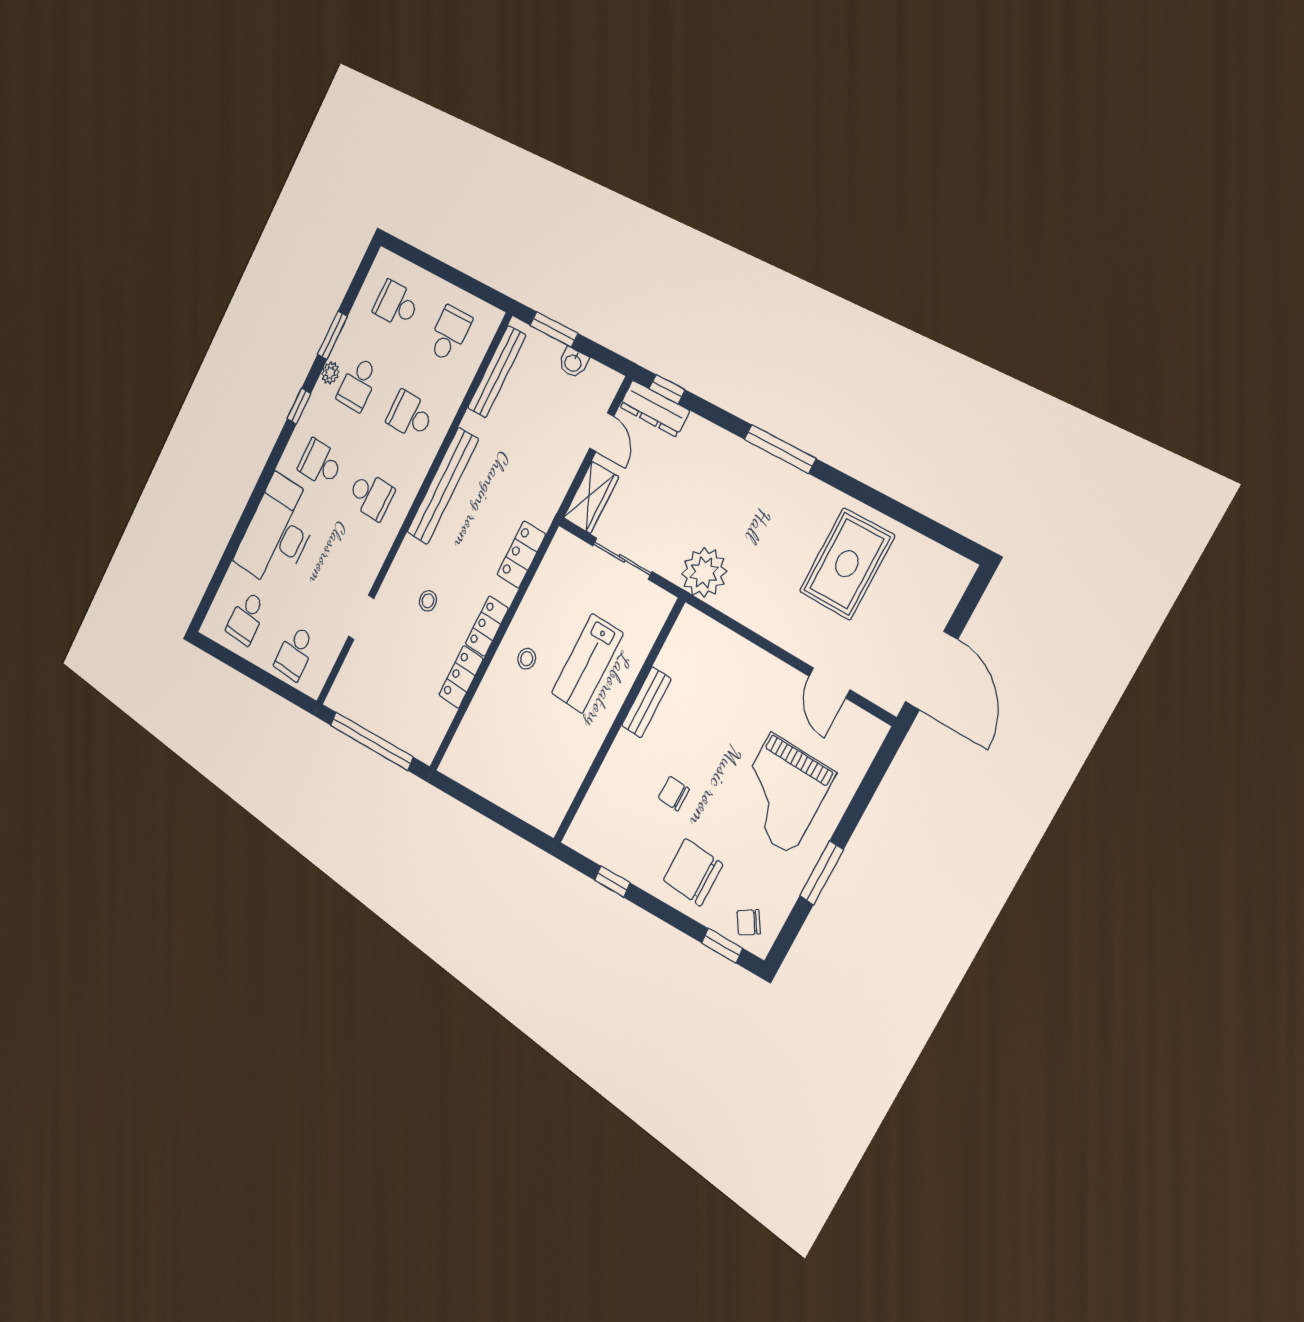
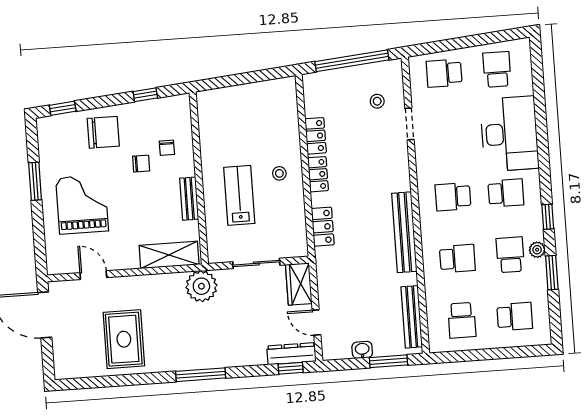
stool: (428, 601) -> (377, 101), moved
shelving: (717, 643) -> (169, 255), added
school desk: (295, 653) -> (444, 73), turned -90
chair: (749, 922) -> (167, 148), moved, turned 125

